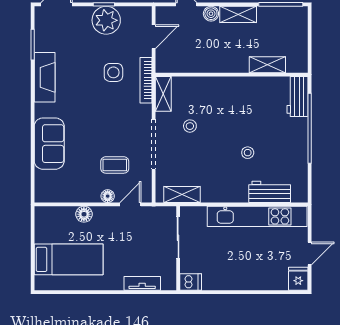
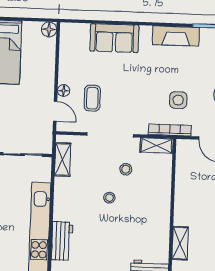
stool: (248, 153) -> (109, 198), moved
floor lamp: (84, 214) -> (49, 29), moved

